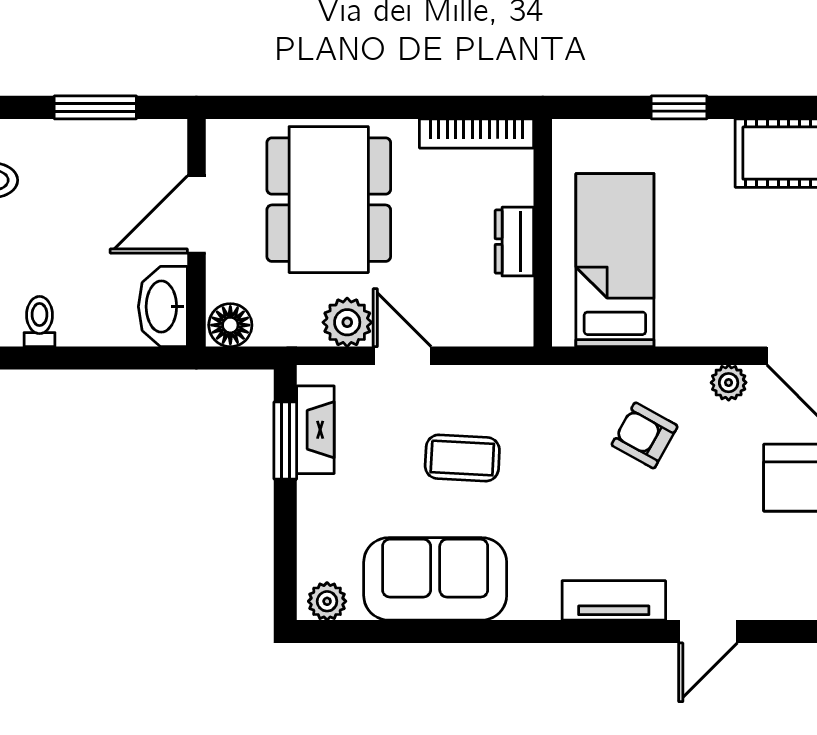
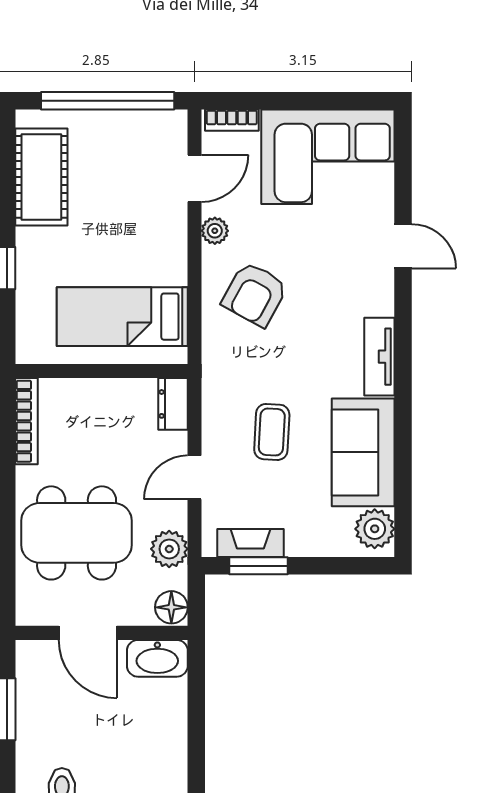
dresser: (514, 242) -> (173, 404), moved, turned 90
toilet: (40, 322) -> (169, 751), removed
plant: (347, 322) -> (169, 549), moved
armchair: (645, 435) -> (255, 294), width x1.38, depth x1.38
tv unit: (614, 600) -> (379, 357), moved
plant: (327, 601) -> (375, 529), width x1.38, depth x1.38

